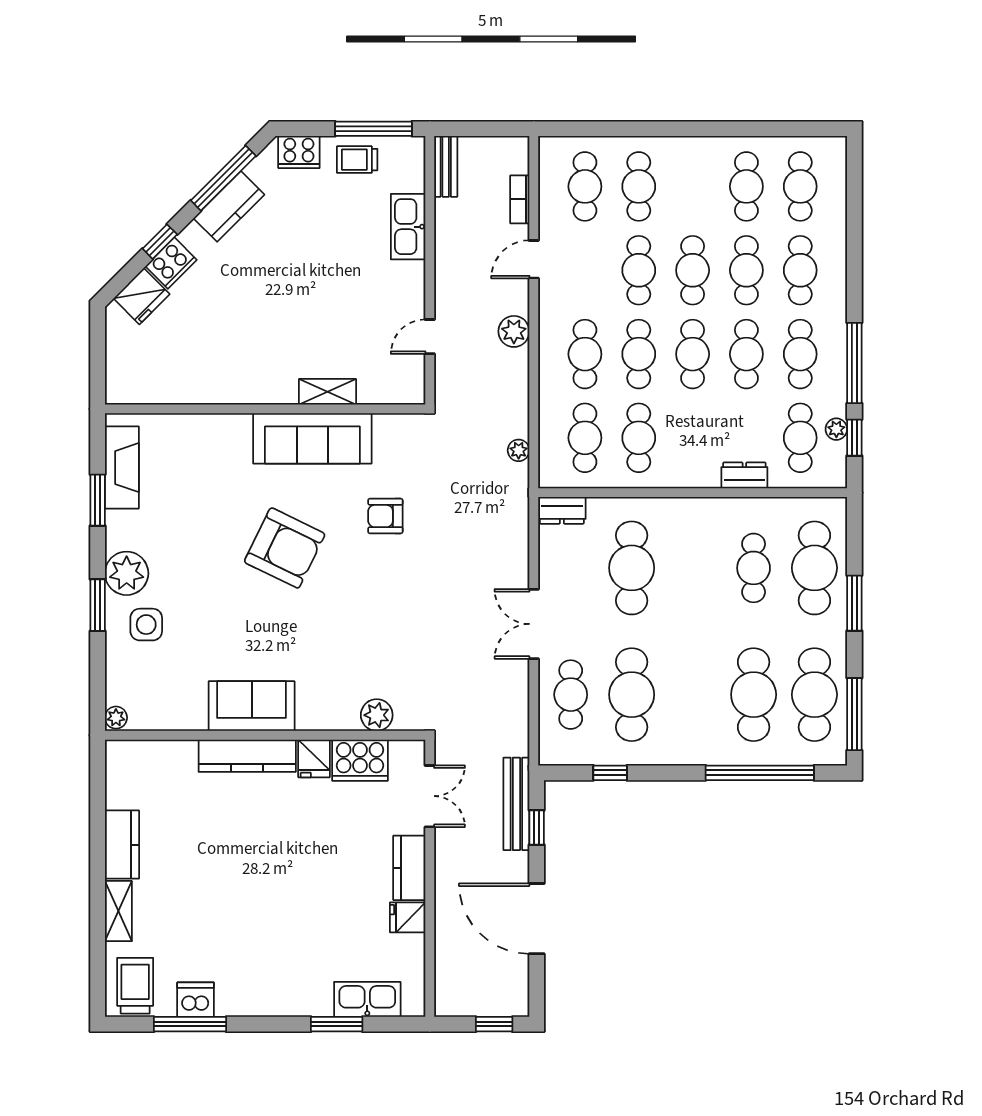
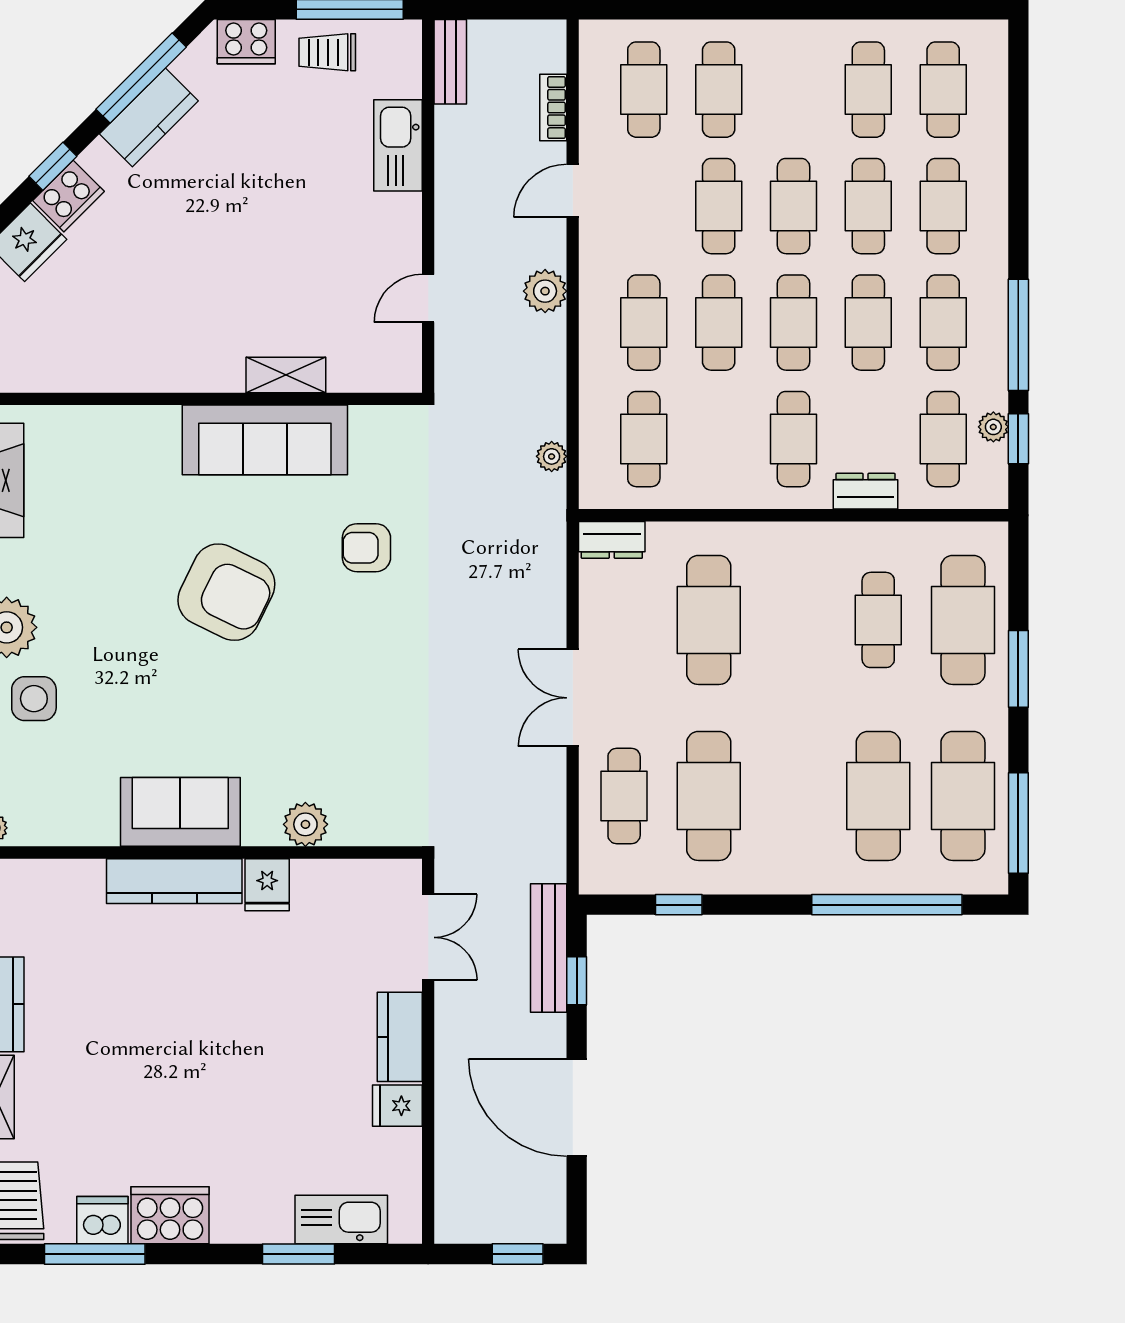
cafe table: (639, 438) -> (793, 439), moved
plant: (377, 715) -> (305, 824), moved
cooker: (360, 760) -> (170, 1215), moved, turned 180

